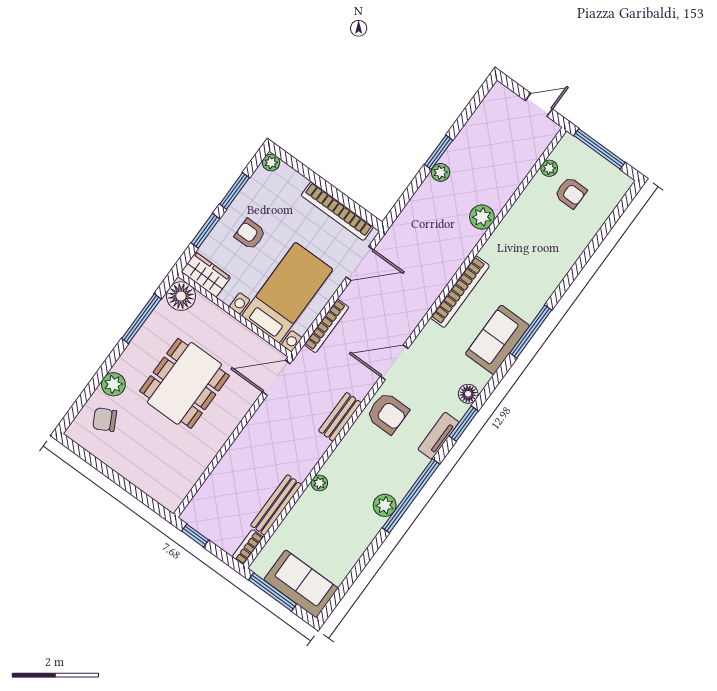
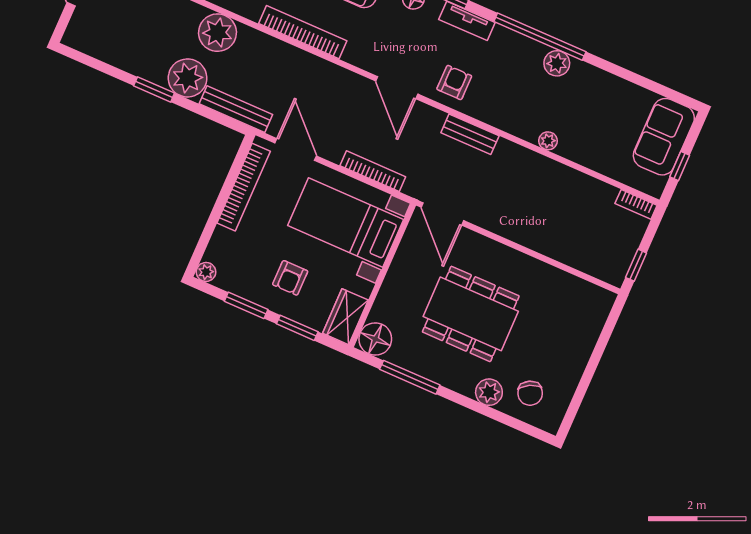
plant: (440, 172) -> (188, 78), width x1.88, depth x1.88
plant: (482, 217) -> (217, 33), width x1.36, depth x1.36
armchair: (388, 413) -> (454, 82), width x0.72, depth x0.72
bench: (276, 505) -> (236, 109), moved
window: (273, 592) -> (680, 166), width x0.46

